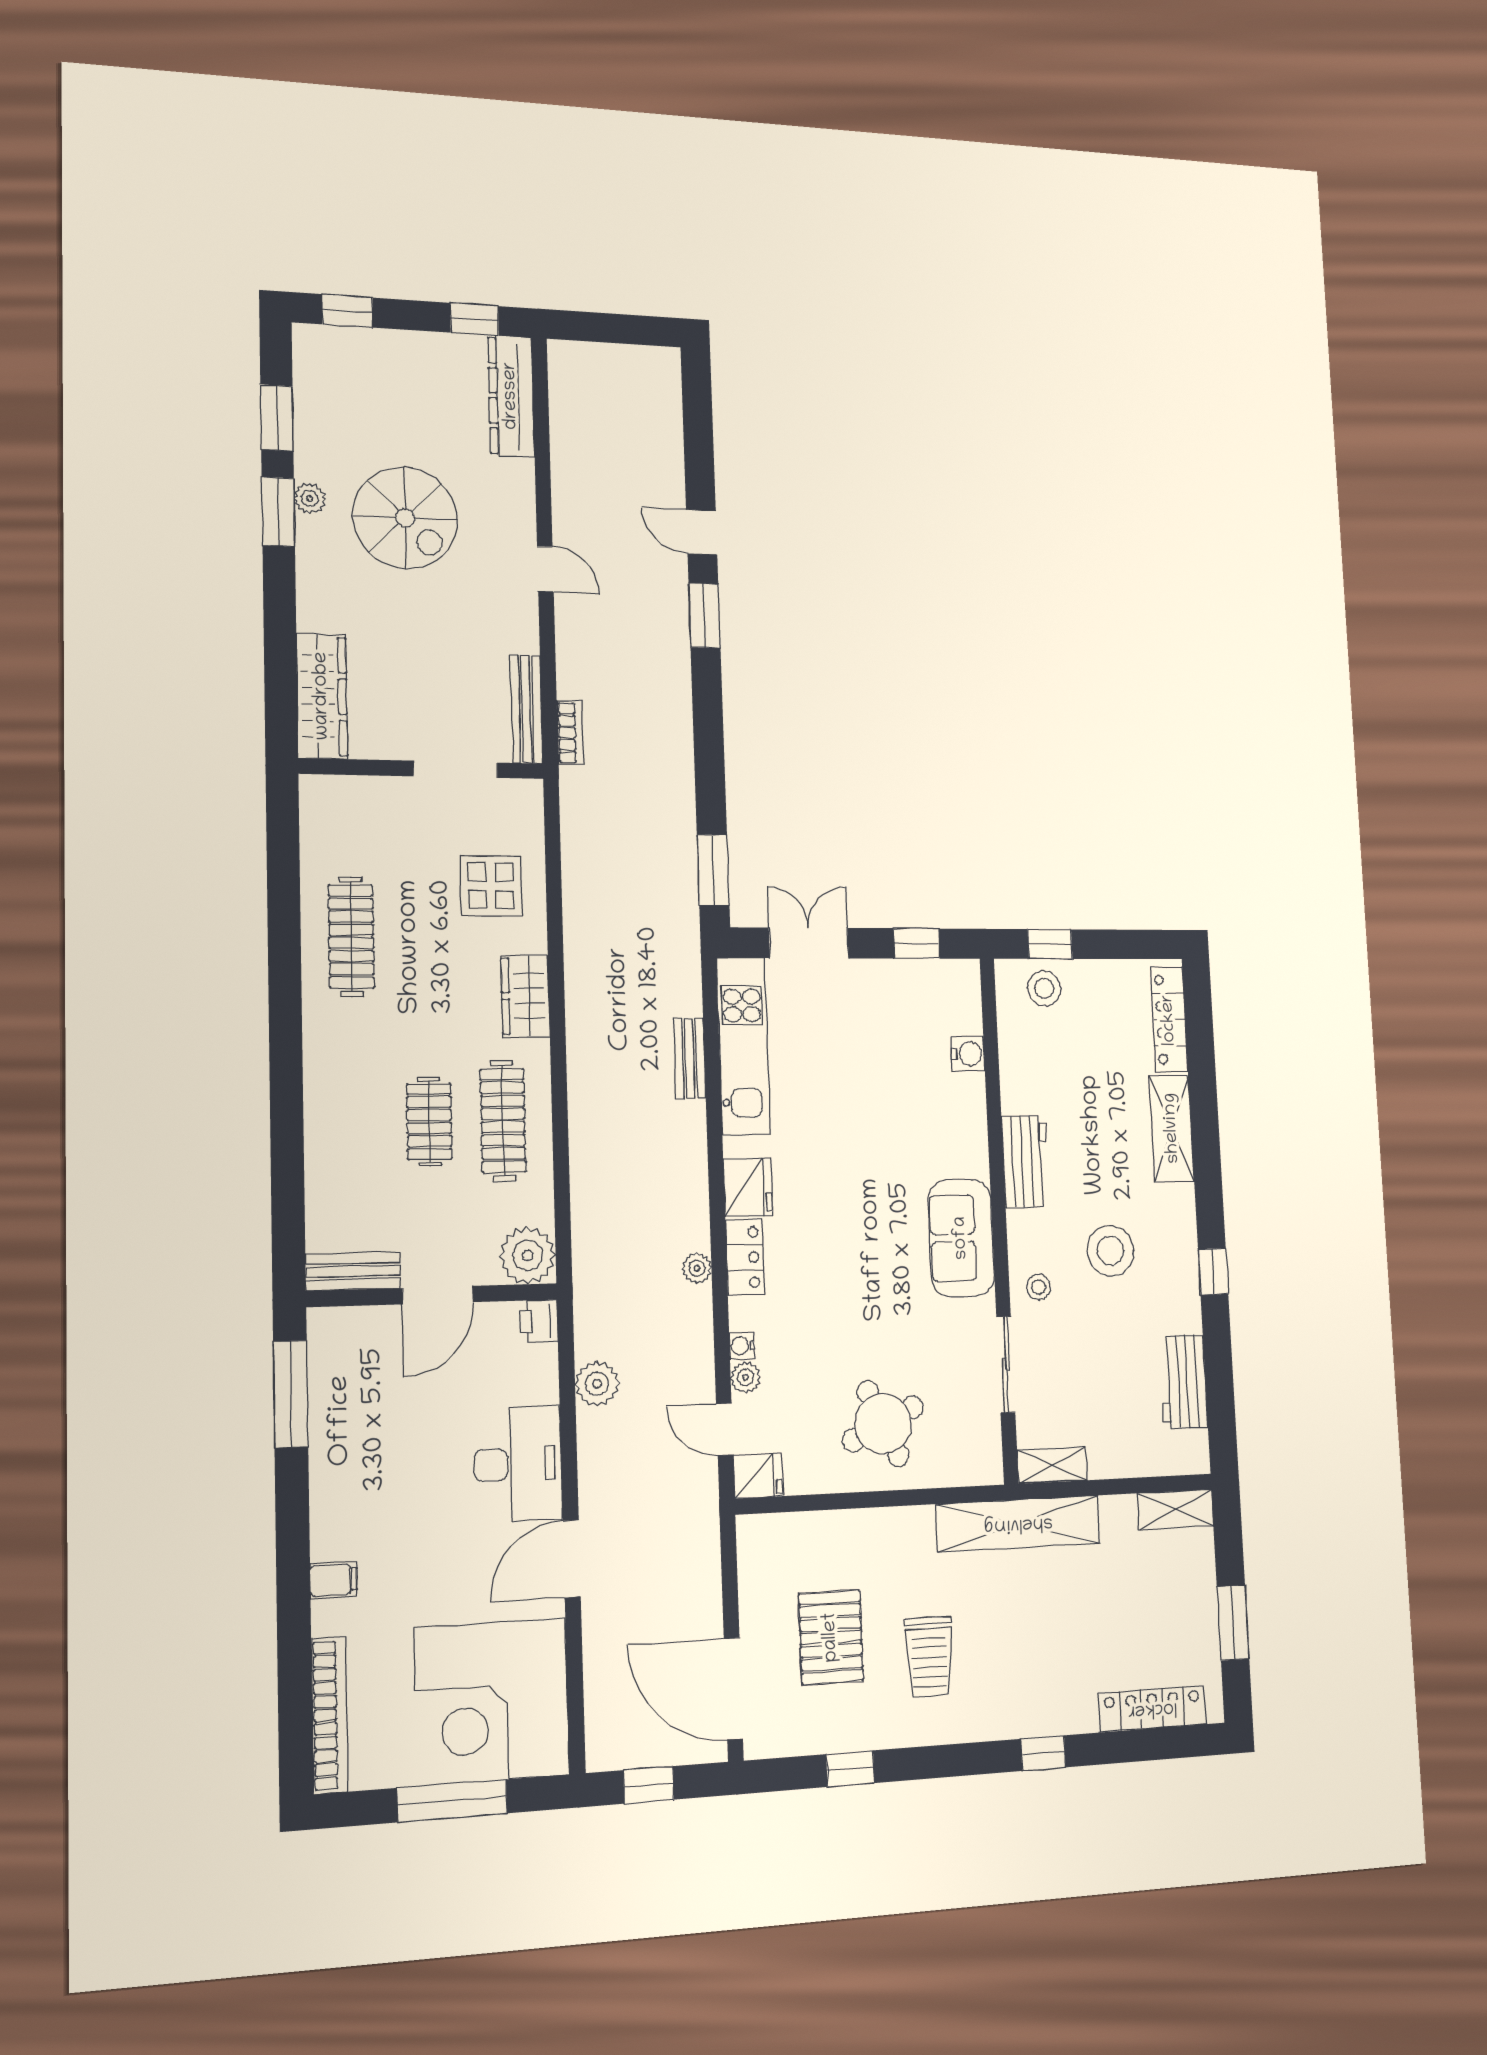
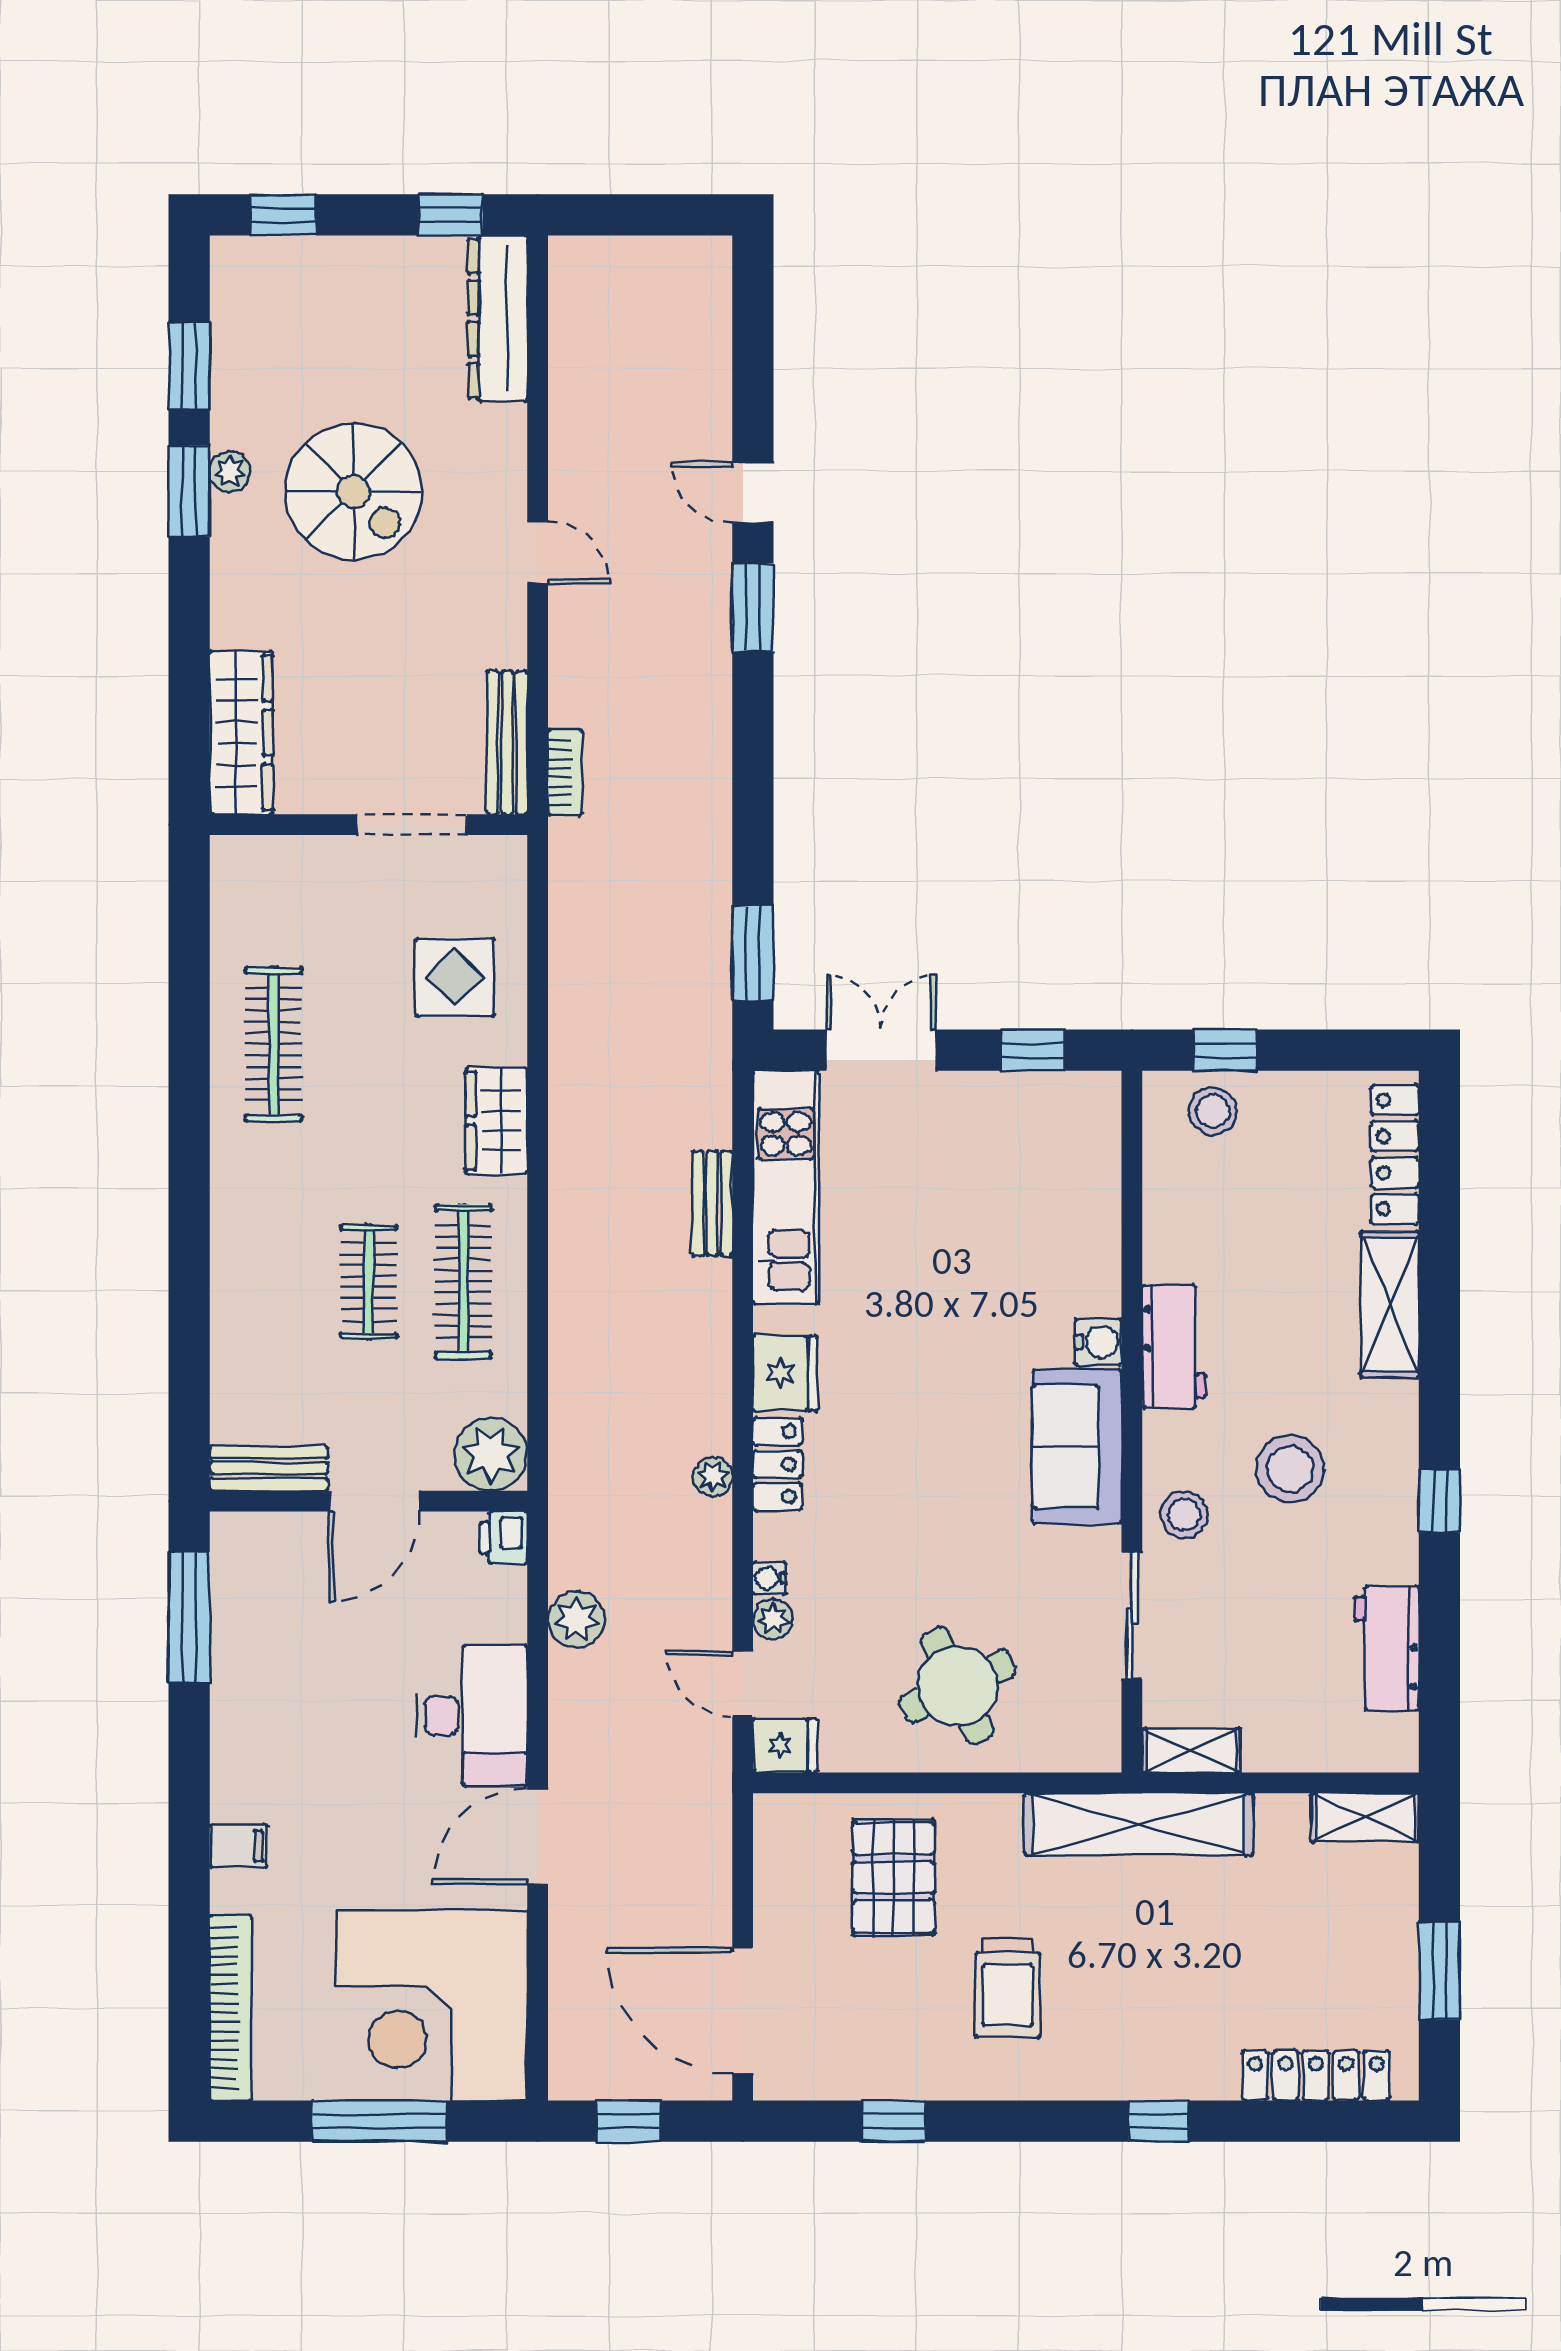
water cooler: (968, 1054) -> (1098, 1342), moved
stool: (1039, 1287) -> (1184, 1515), width x1.37, depth x1.37
pallet: (831, 1637) -> (894, 1878), moved

